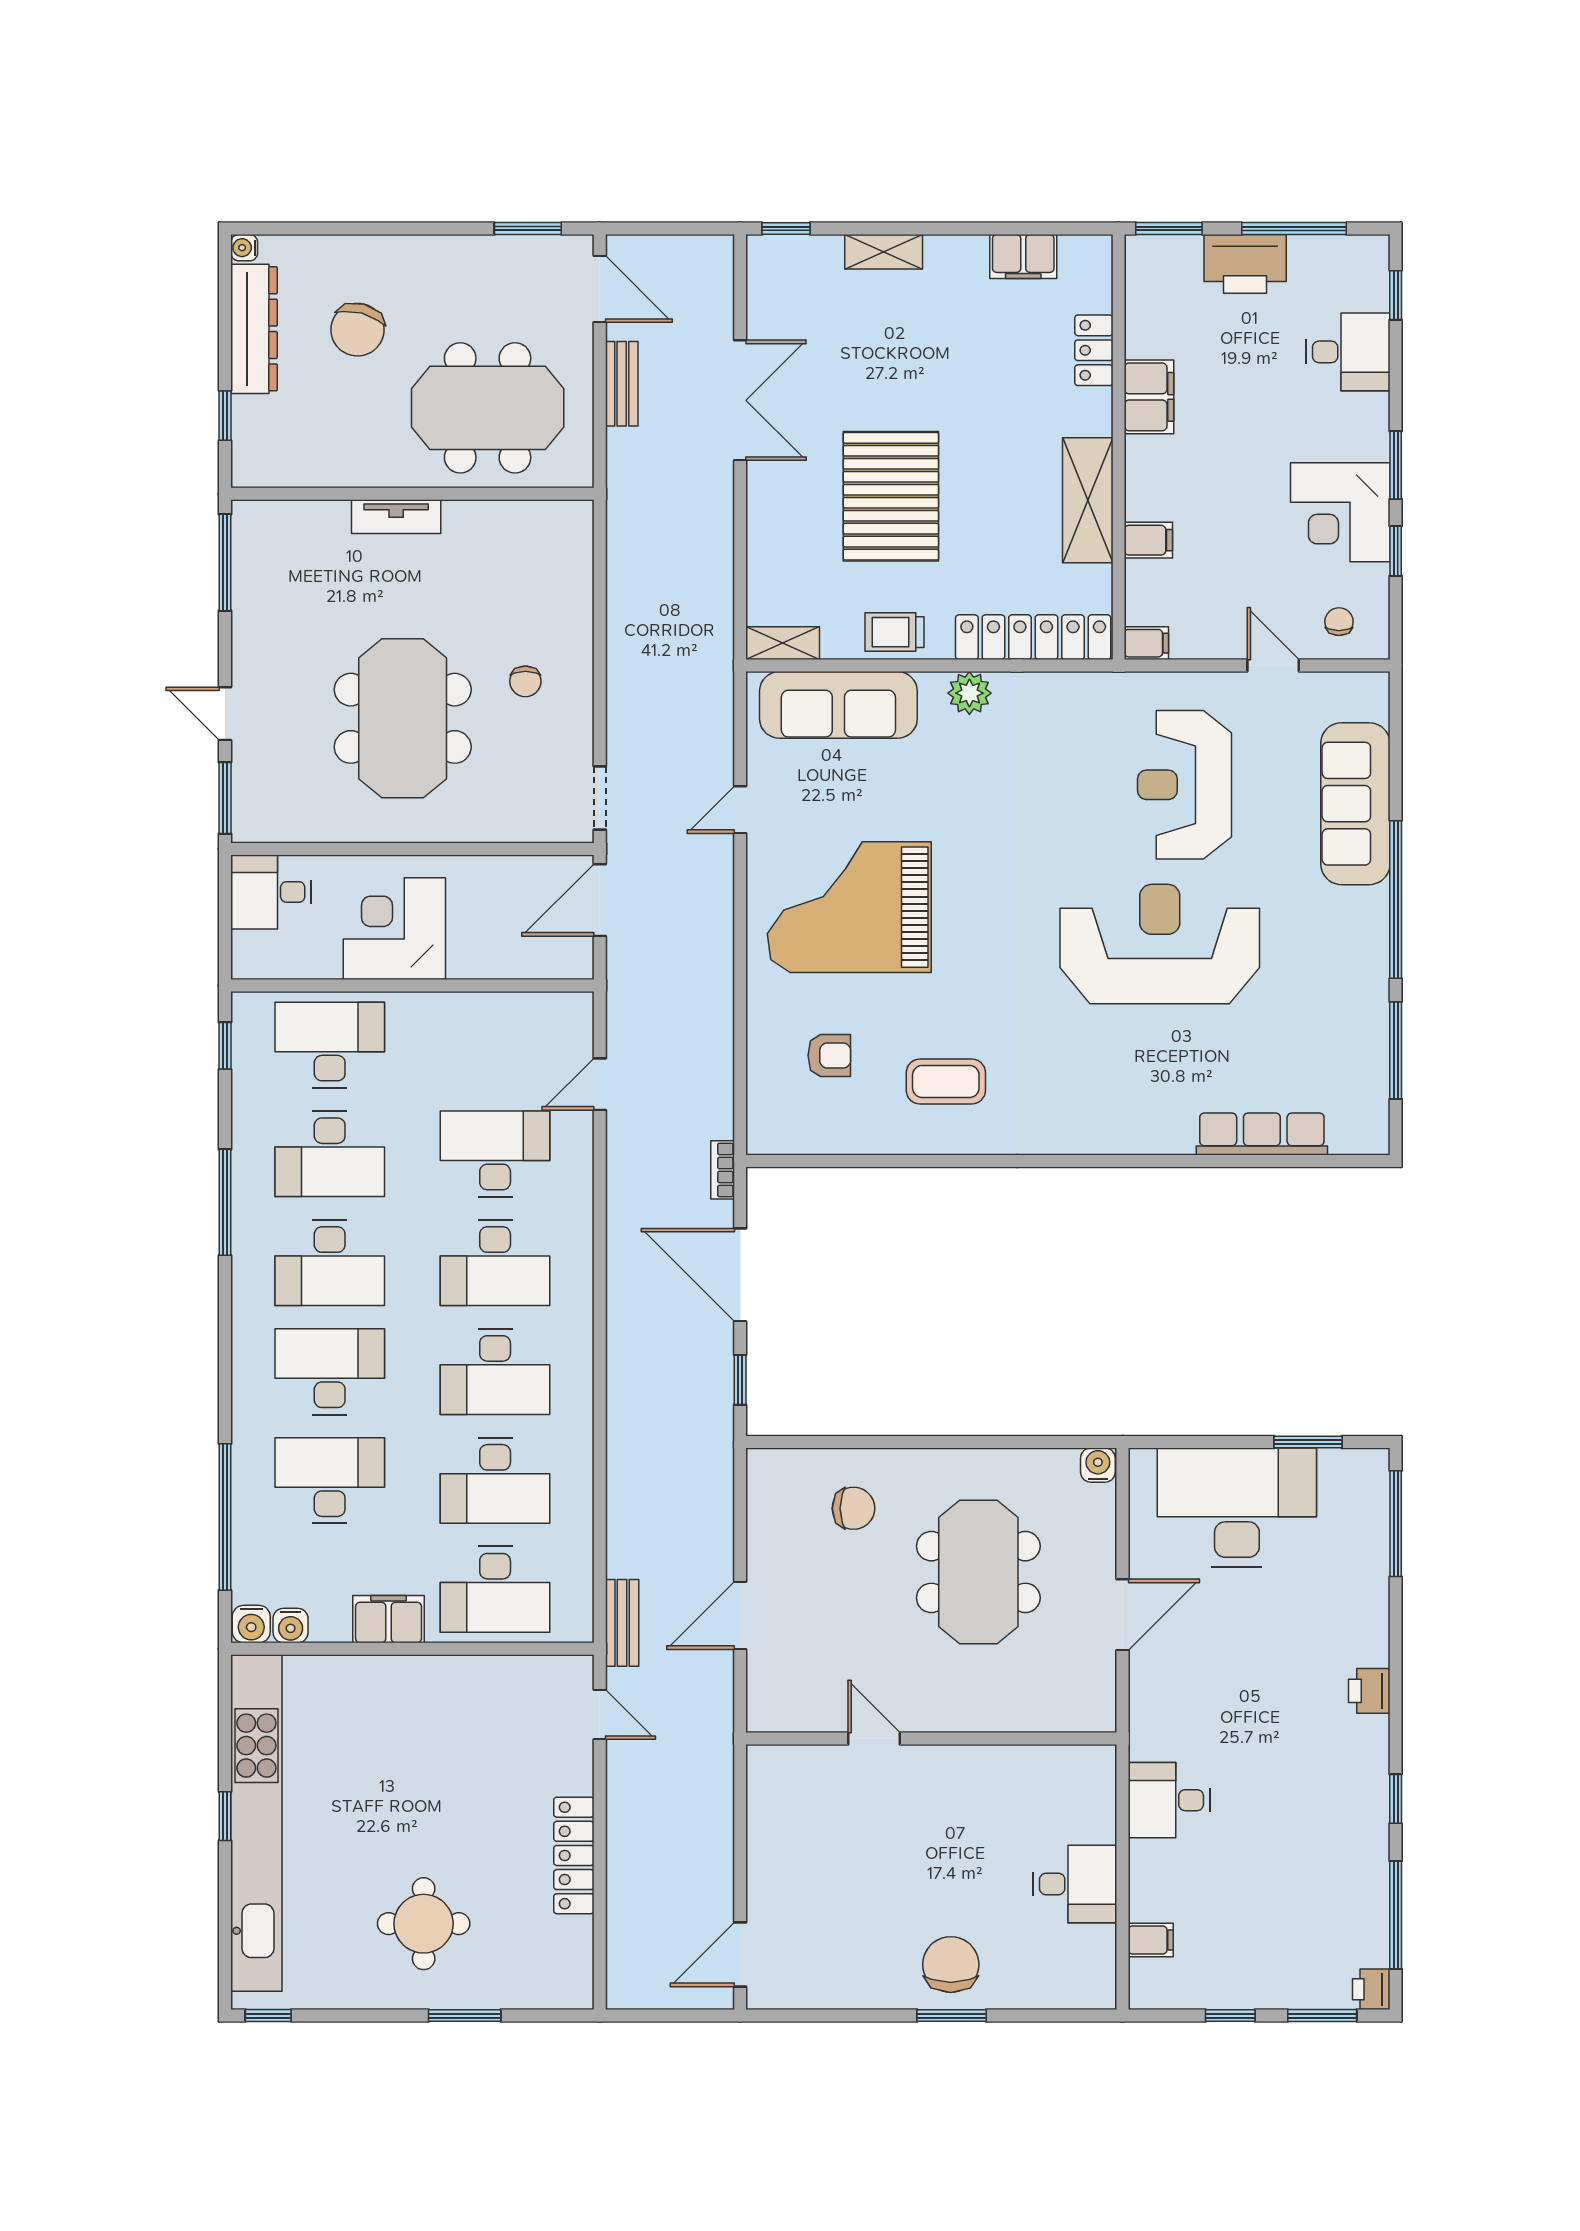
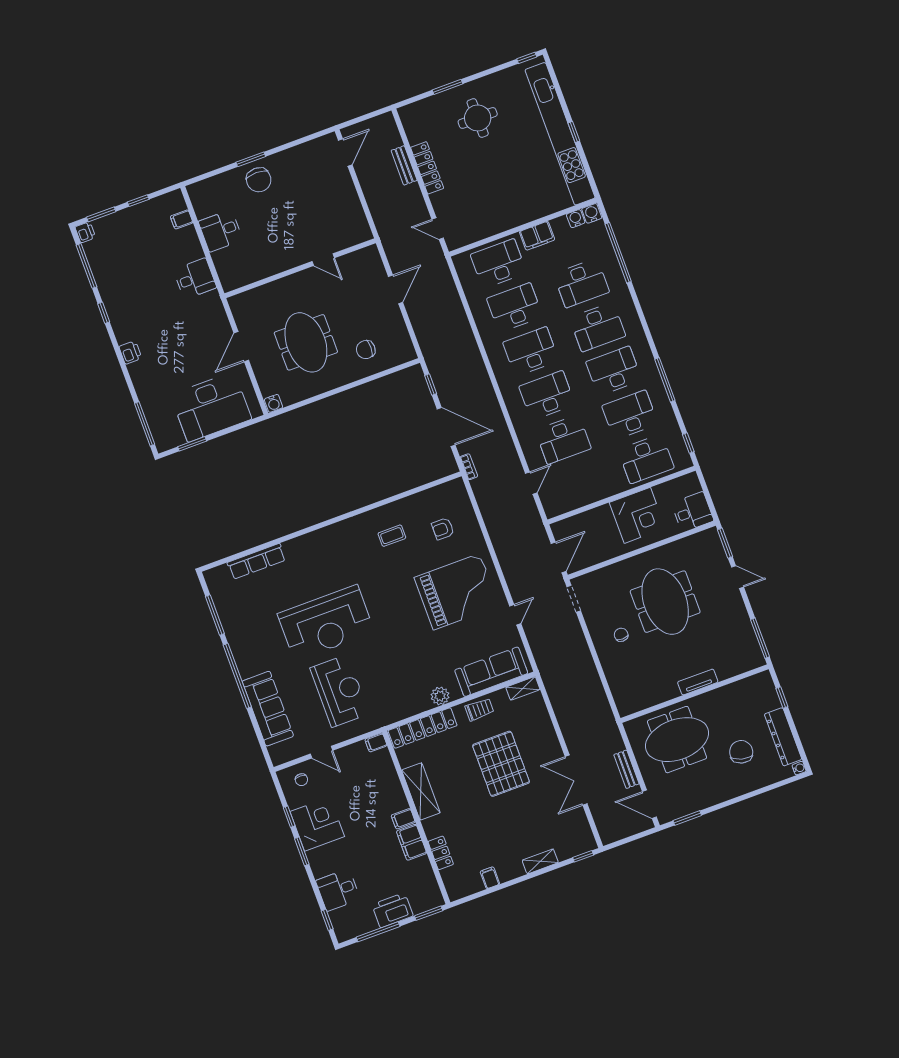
filing cabinet: (1023, 257) -> (490, 878), width x0.50
filing cabinet: (1148, 540) -> (403, 819), moved
coffee table: (946, 1081) -> (392, 536), width x0.73, depth x0.77
bench: (622, 1623) -> (404, 165), moved

